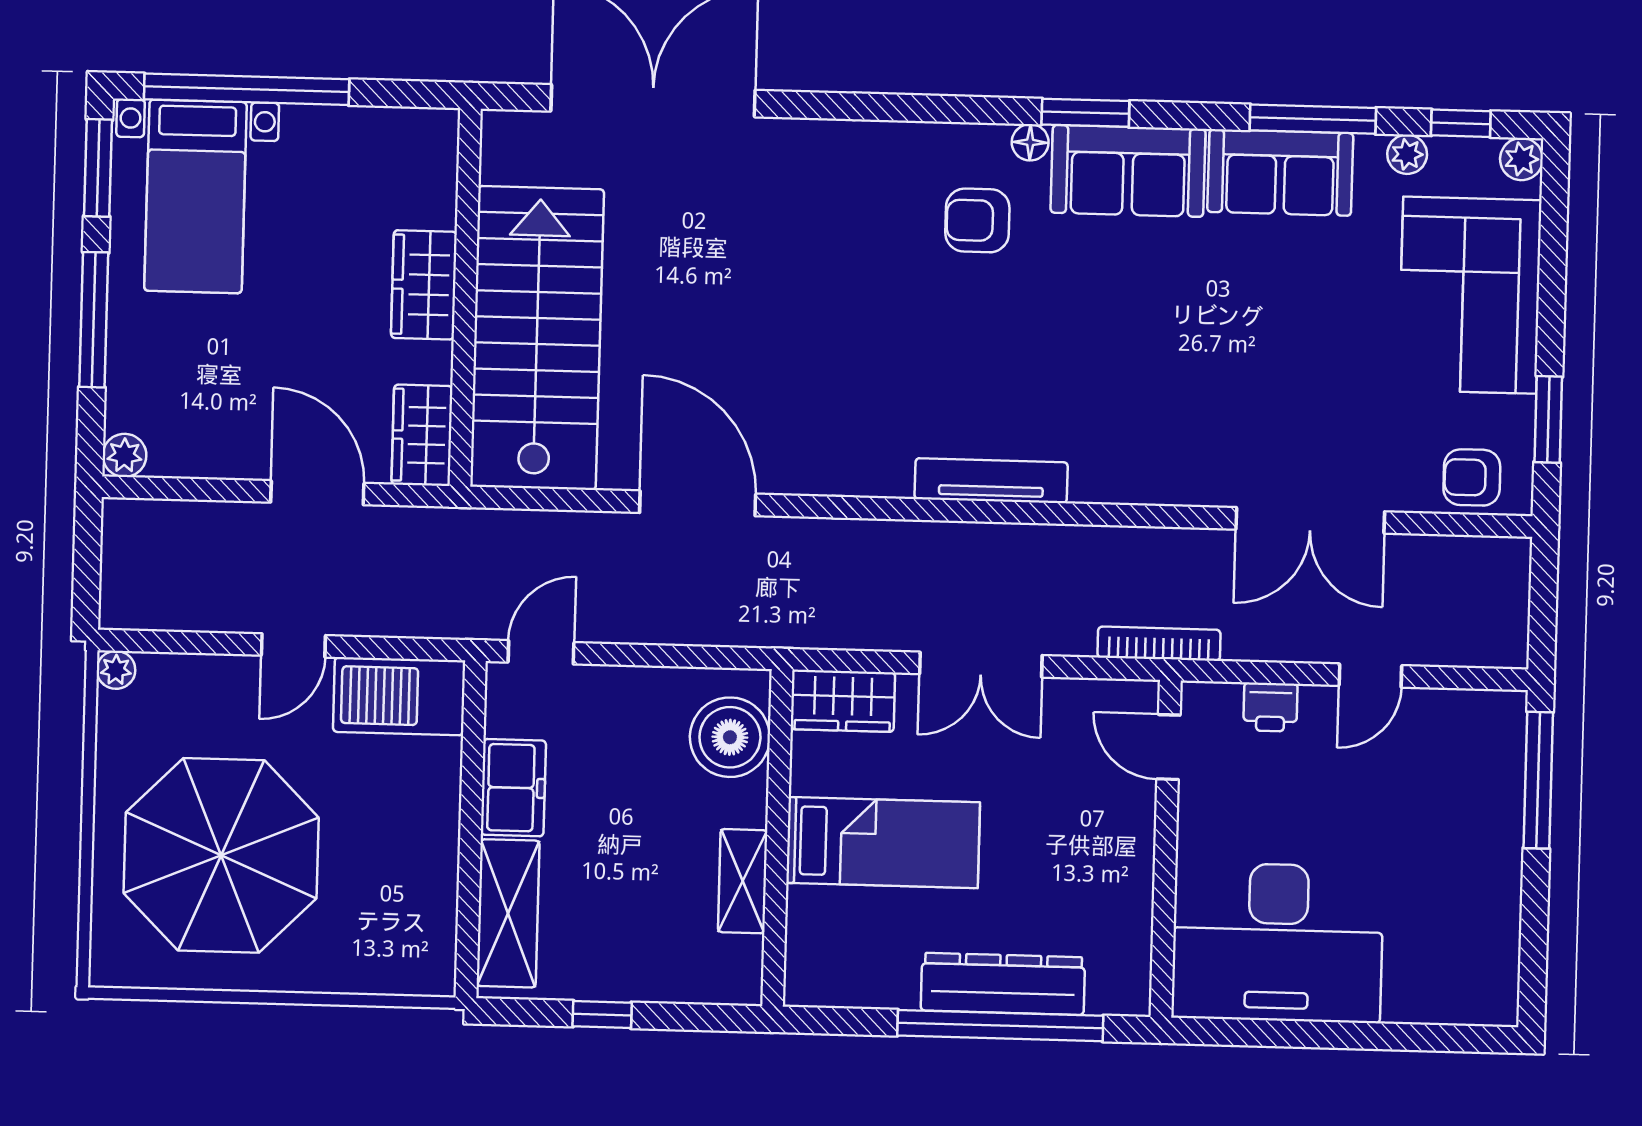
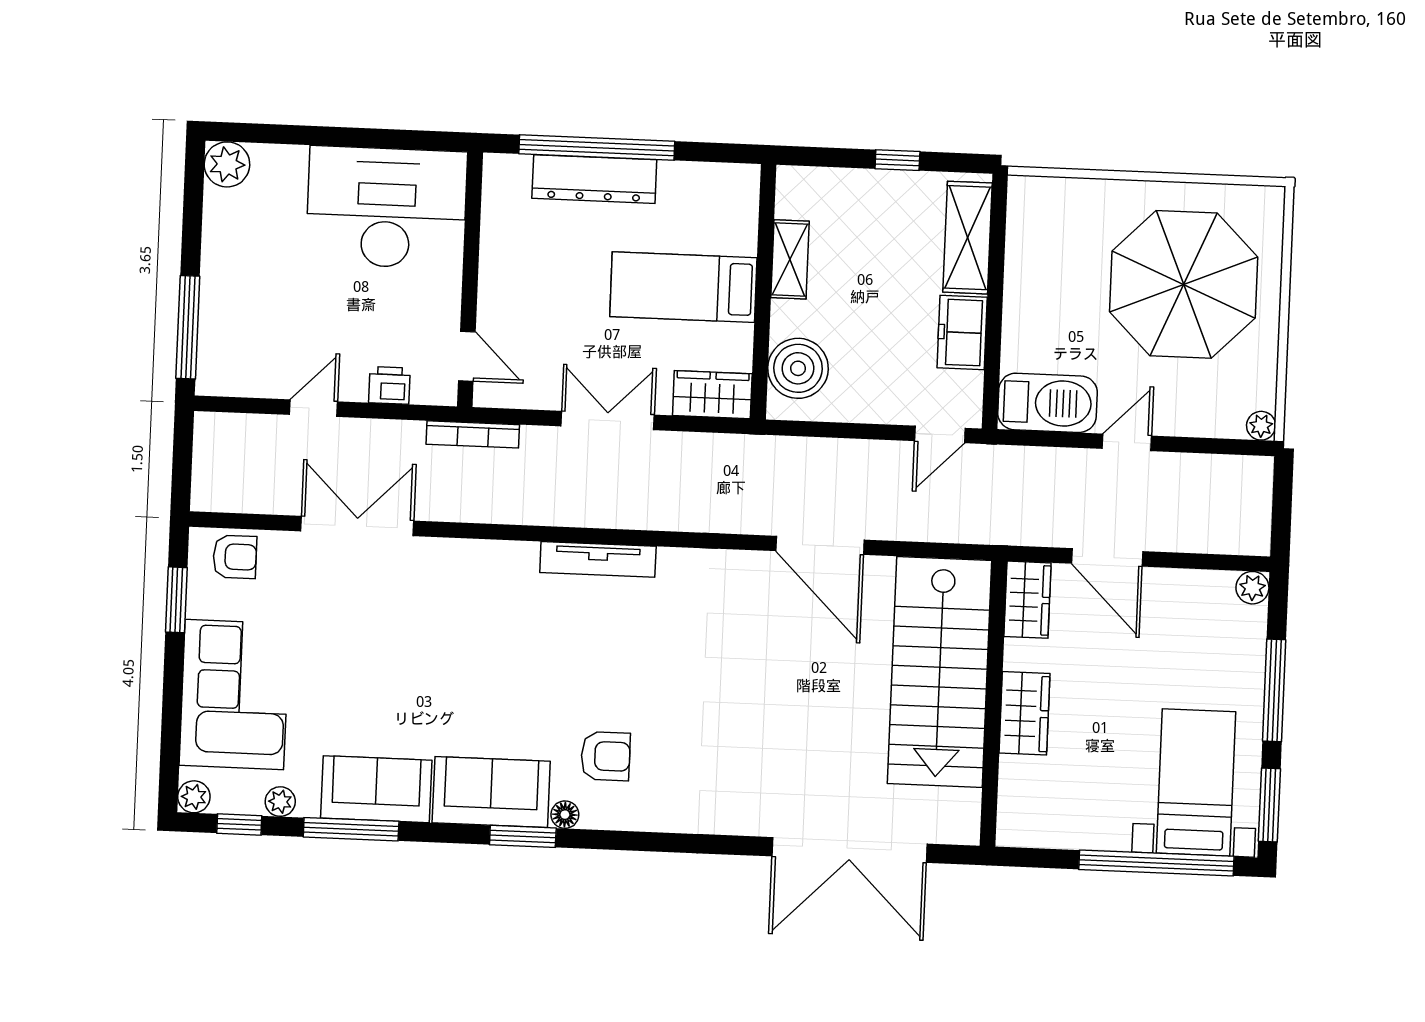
plant: (1489, 996) -> (227, 164), added

